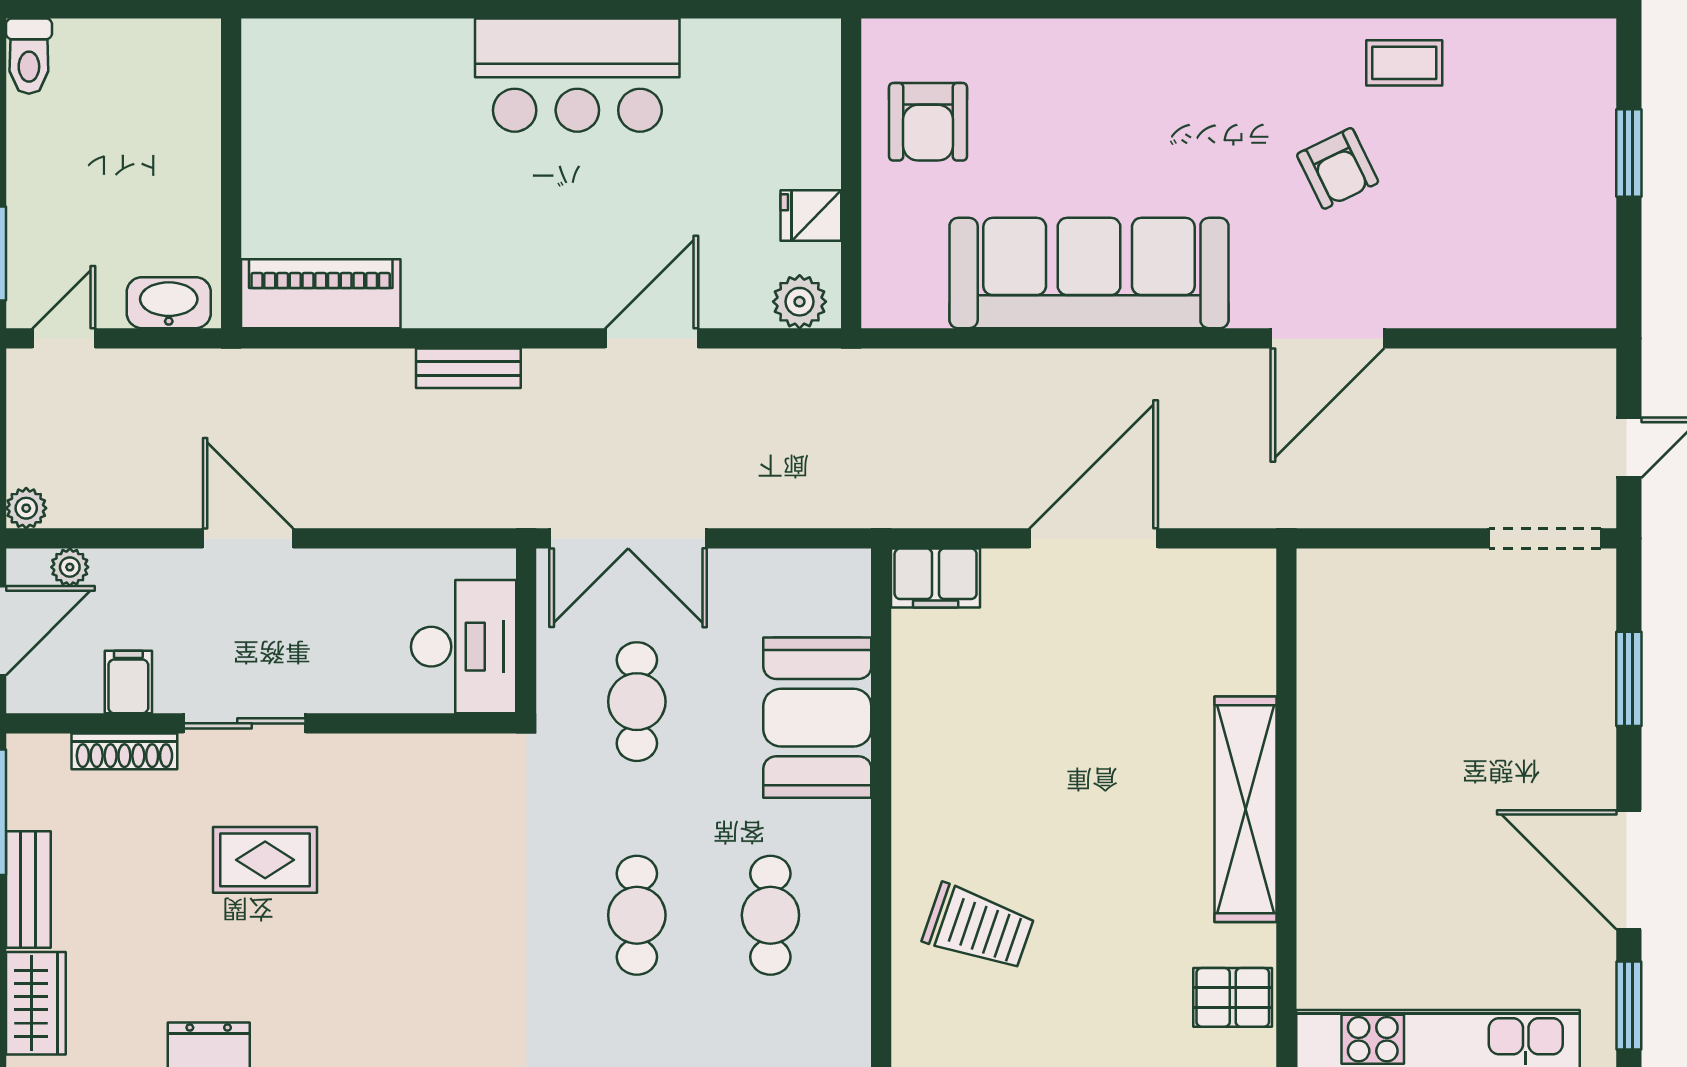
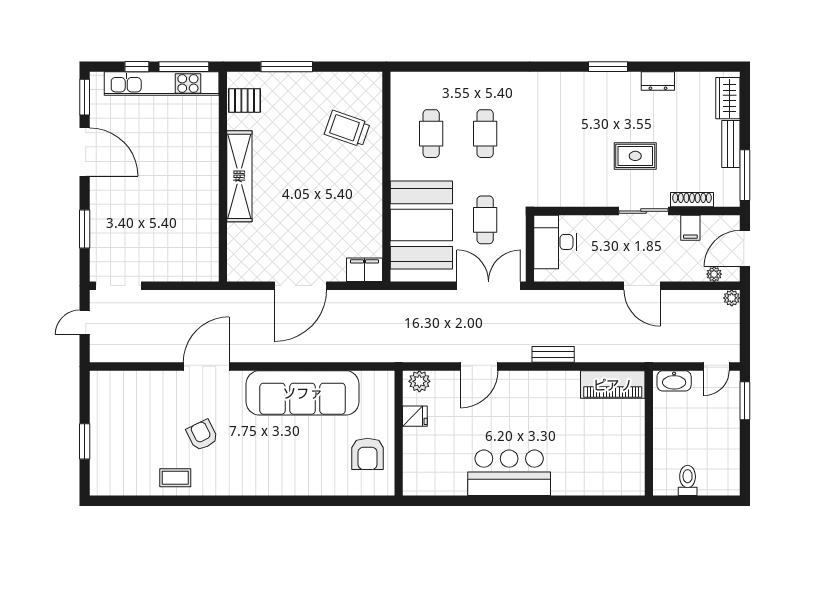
toilet: (29, 56) -> (688, 480), moved
armchair: (928, 122) -> (368, 454), turned 180
booth: (817, 718) -> (421, 225), width x1.36, depth x1.42

